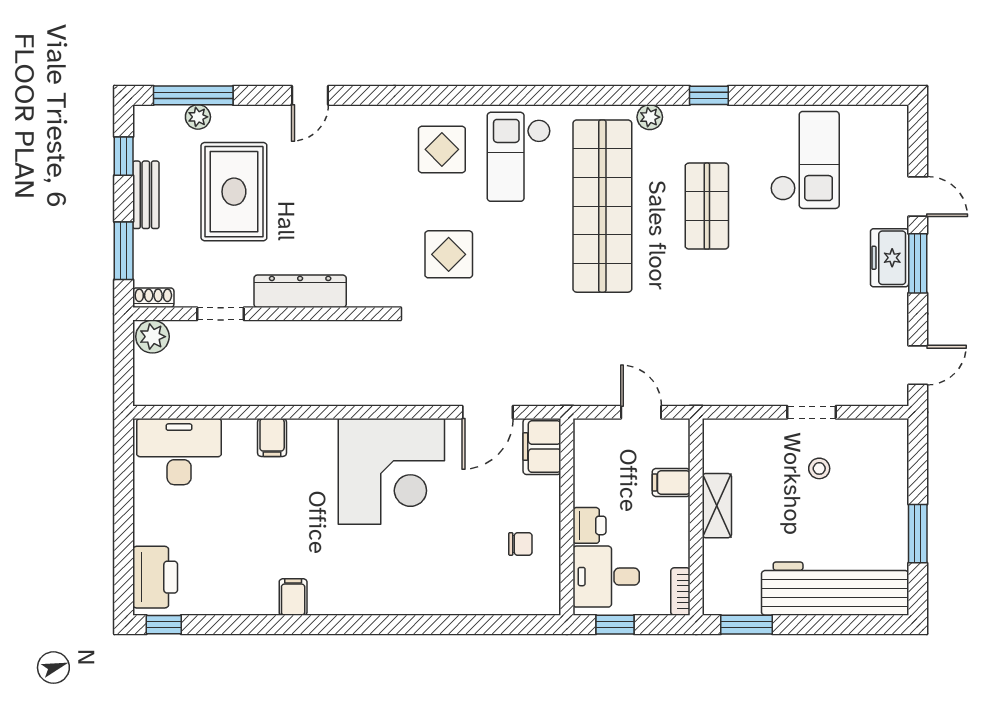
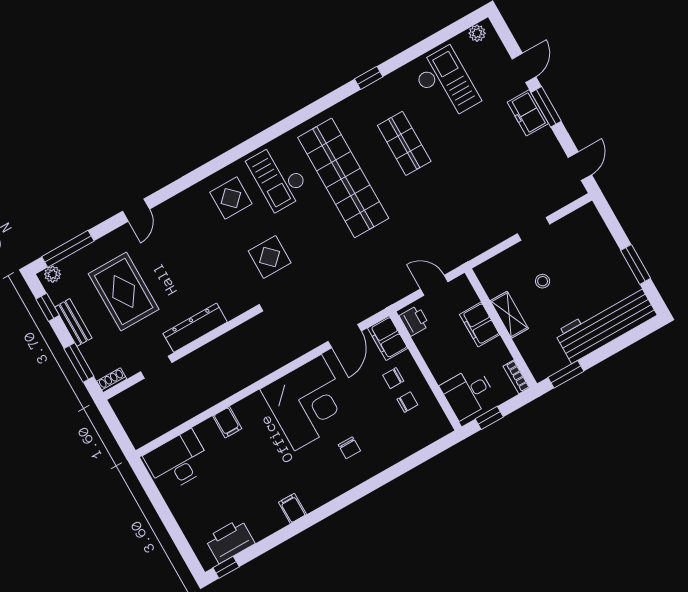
plant: (198, 117) -> (53, 274), moved
plant: (650, 117) -> (477, 33), moved
door: (918, 196) -> (524, 68), hinge flipped
plant: (152, 337) -> (124, 403), removed
stool: (819, 468) -> (543, 281), moved
filing cabinet: (671, 482) -> (480, 325), width x2.00
chair: (520, 502) -> (393, 378), added
printer: (589, 525) -> (414, 321), moved
chair: (412, 560) -> (349, 448), added
printer: (155, 577) -> (230, 541), moved, turned -90

